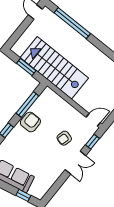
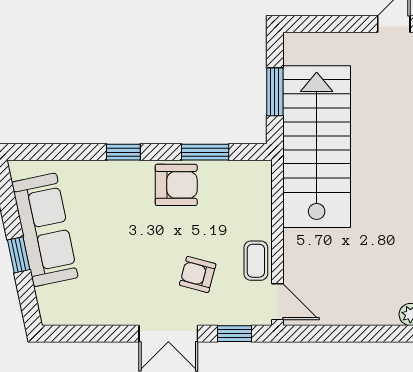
window: (27, 104) -> (205, 152), width x0.69
coffee table: (75, 116) -> (256, 261), added
window: (23, 195) -> (19, 255), moved

